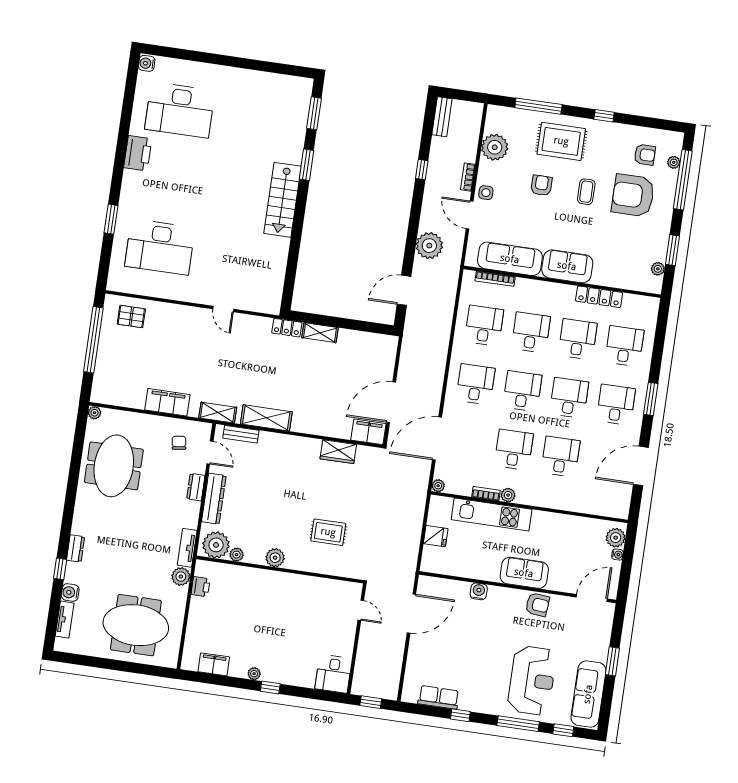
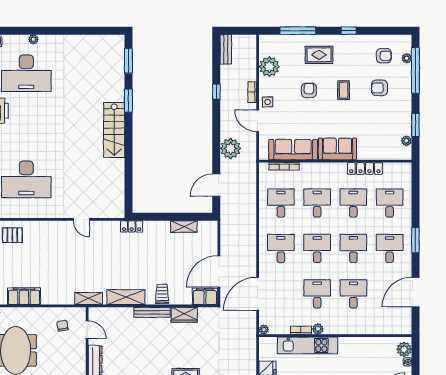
plant: (195, 68) -> (33, 39), added
rug: (561, 141) -> (319, 55), width x0.73, depth x0.70
armchair: (633, 195) -> (379, 88), width x0.53, depth x0.53
shelving: (320, 333) -> (184, 227), moved
filing cabinet: (167, 402) -> (24, 296), moved
trolley: (314, 420) -> (162, 294), added
bench: (241, 434) -> (152, 312), moved, width x1.36
dresser: (196, 487) -> (80, 357), removed

